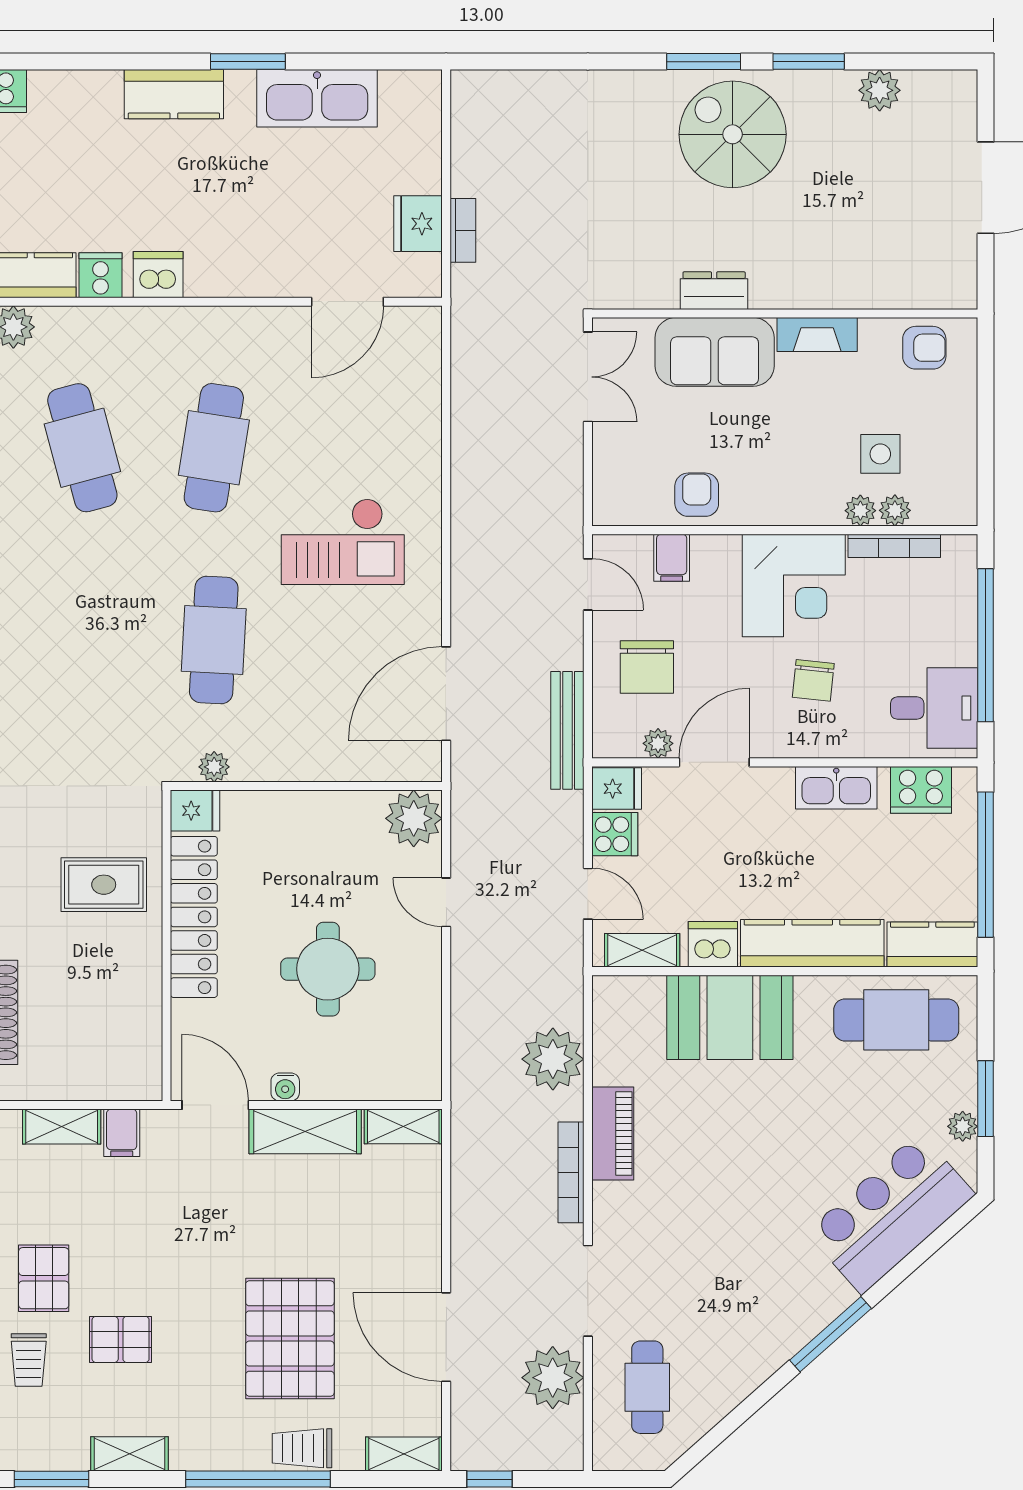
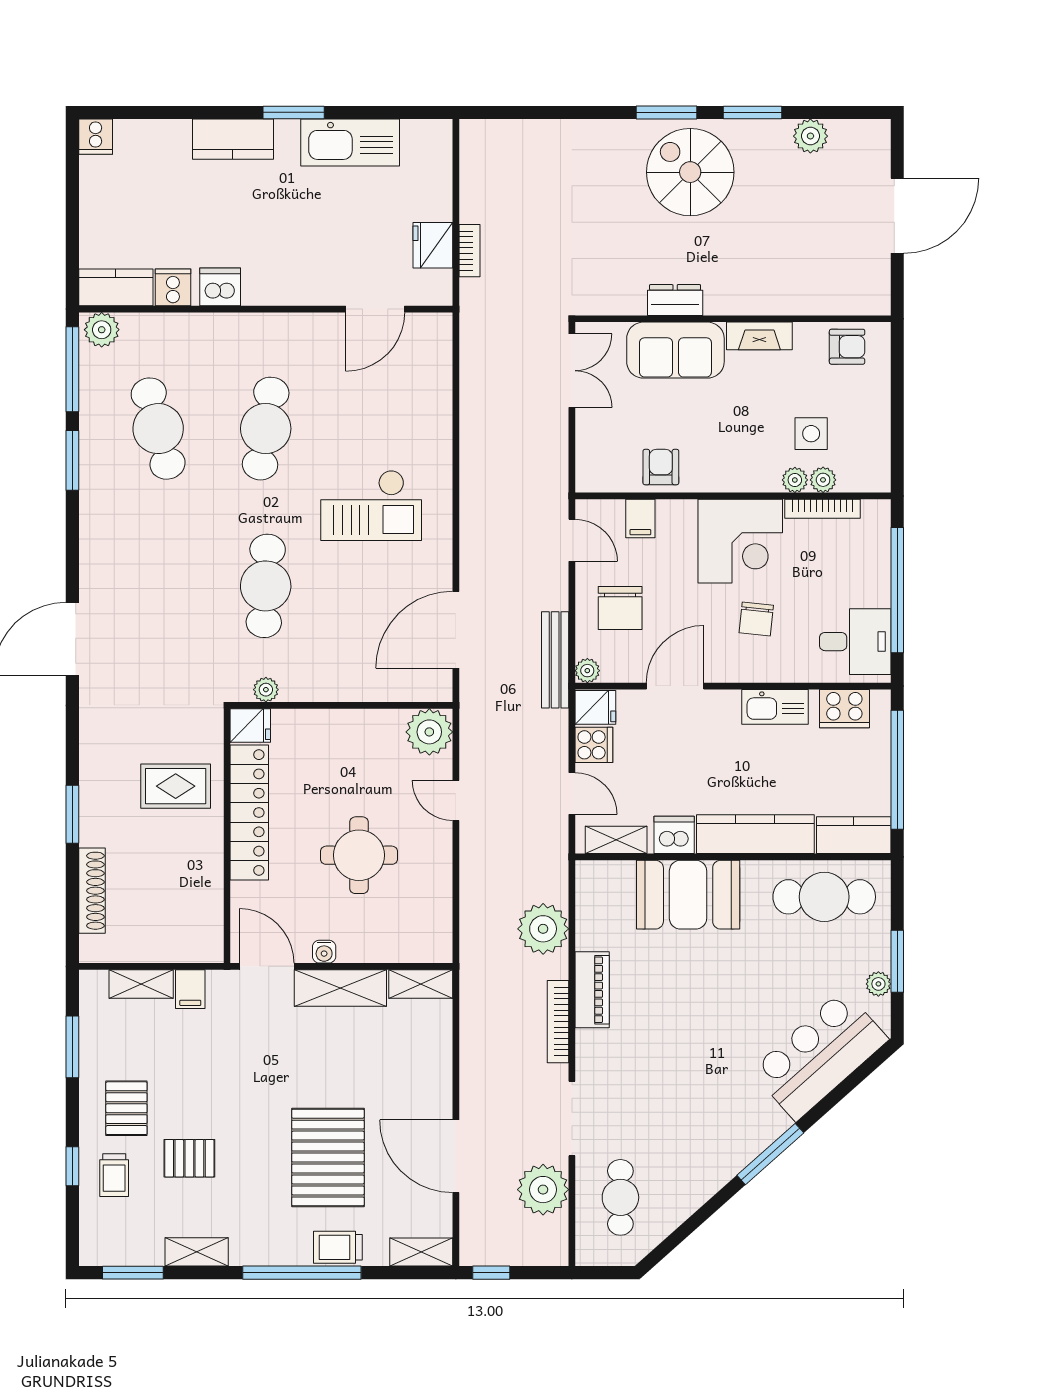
plant: (658, 743) -> (587, 671), moved

